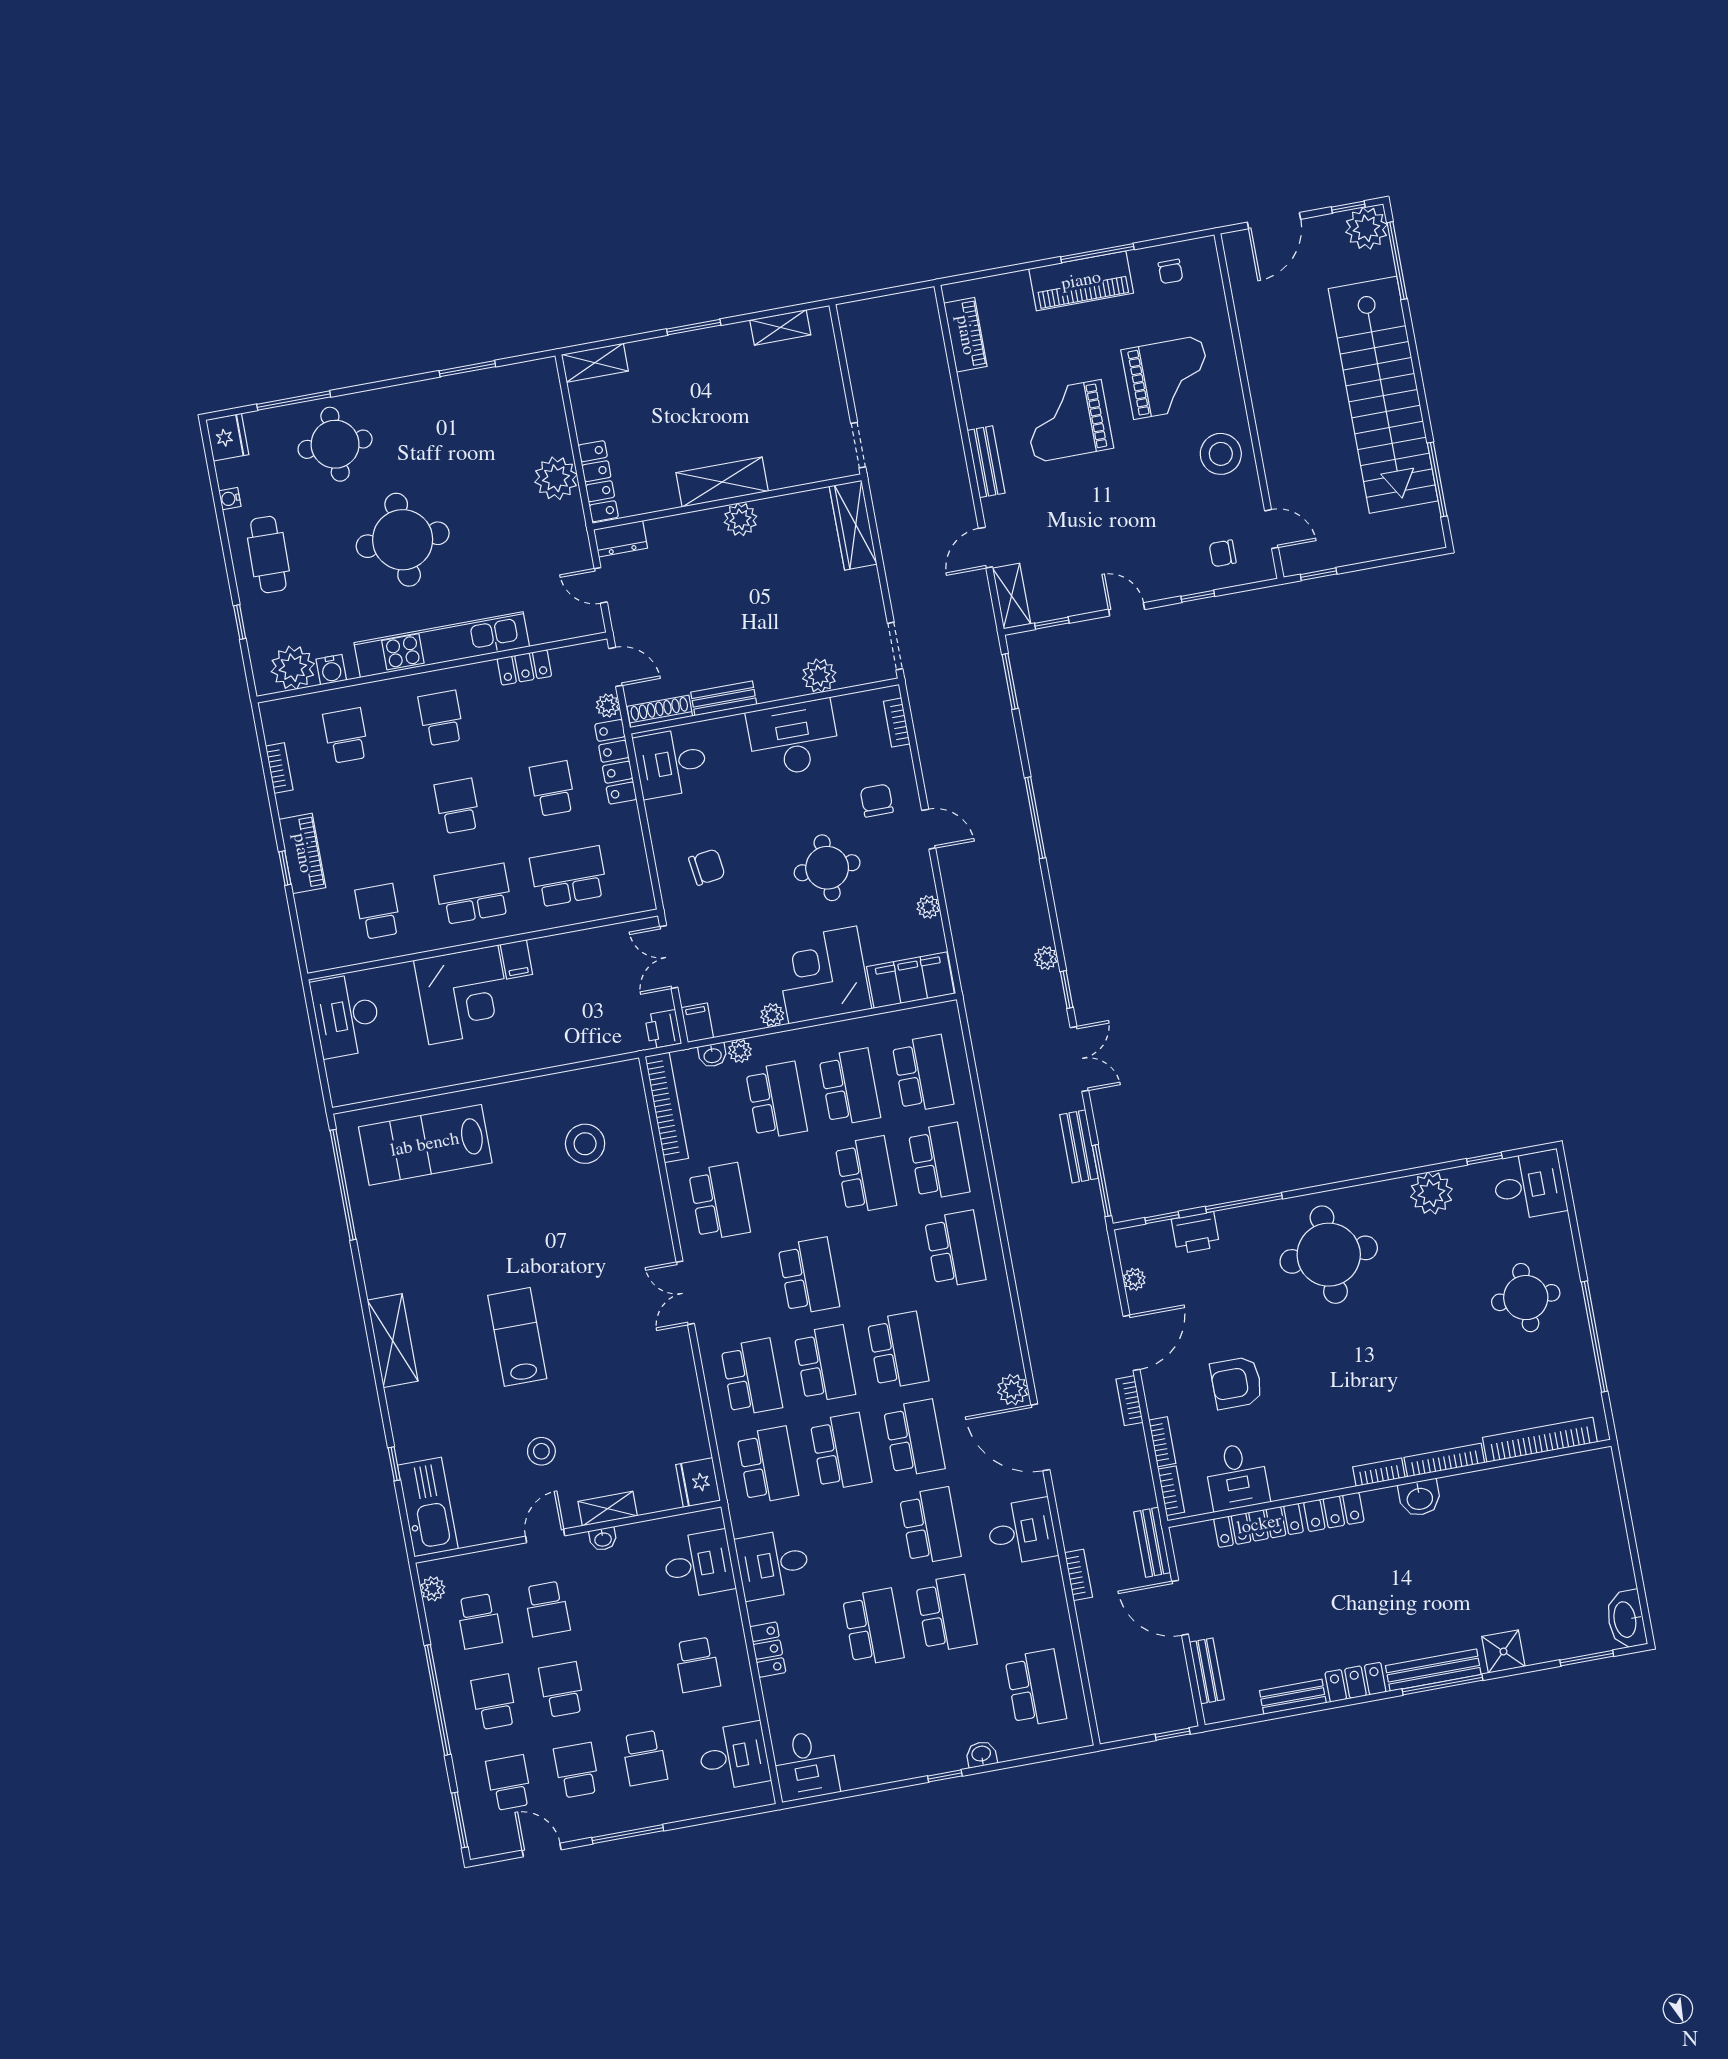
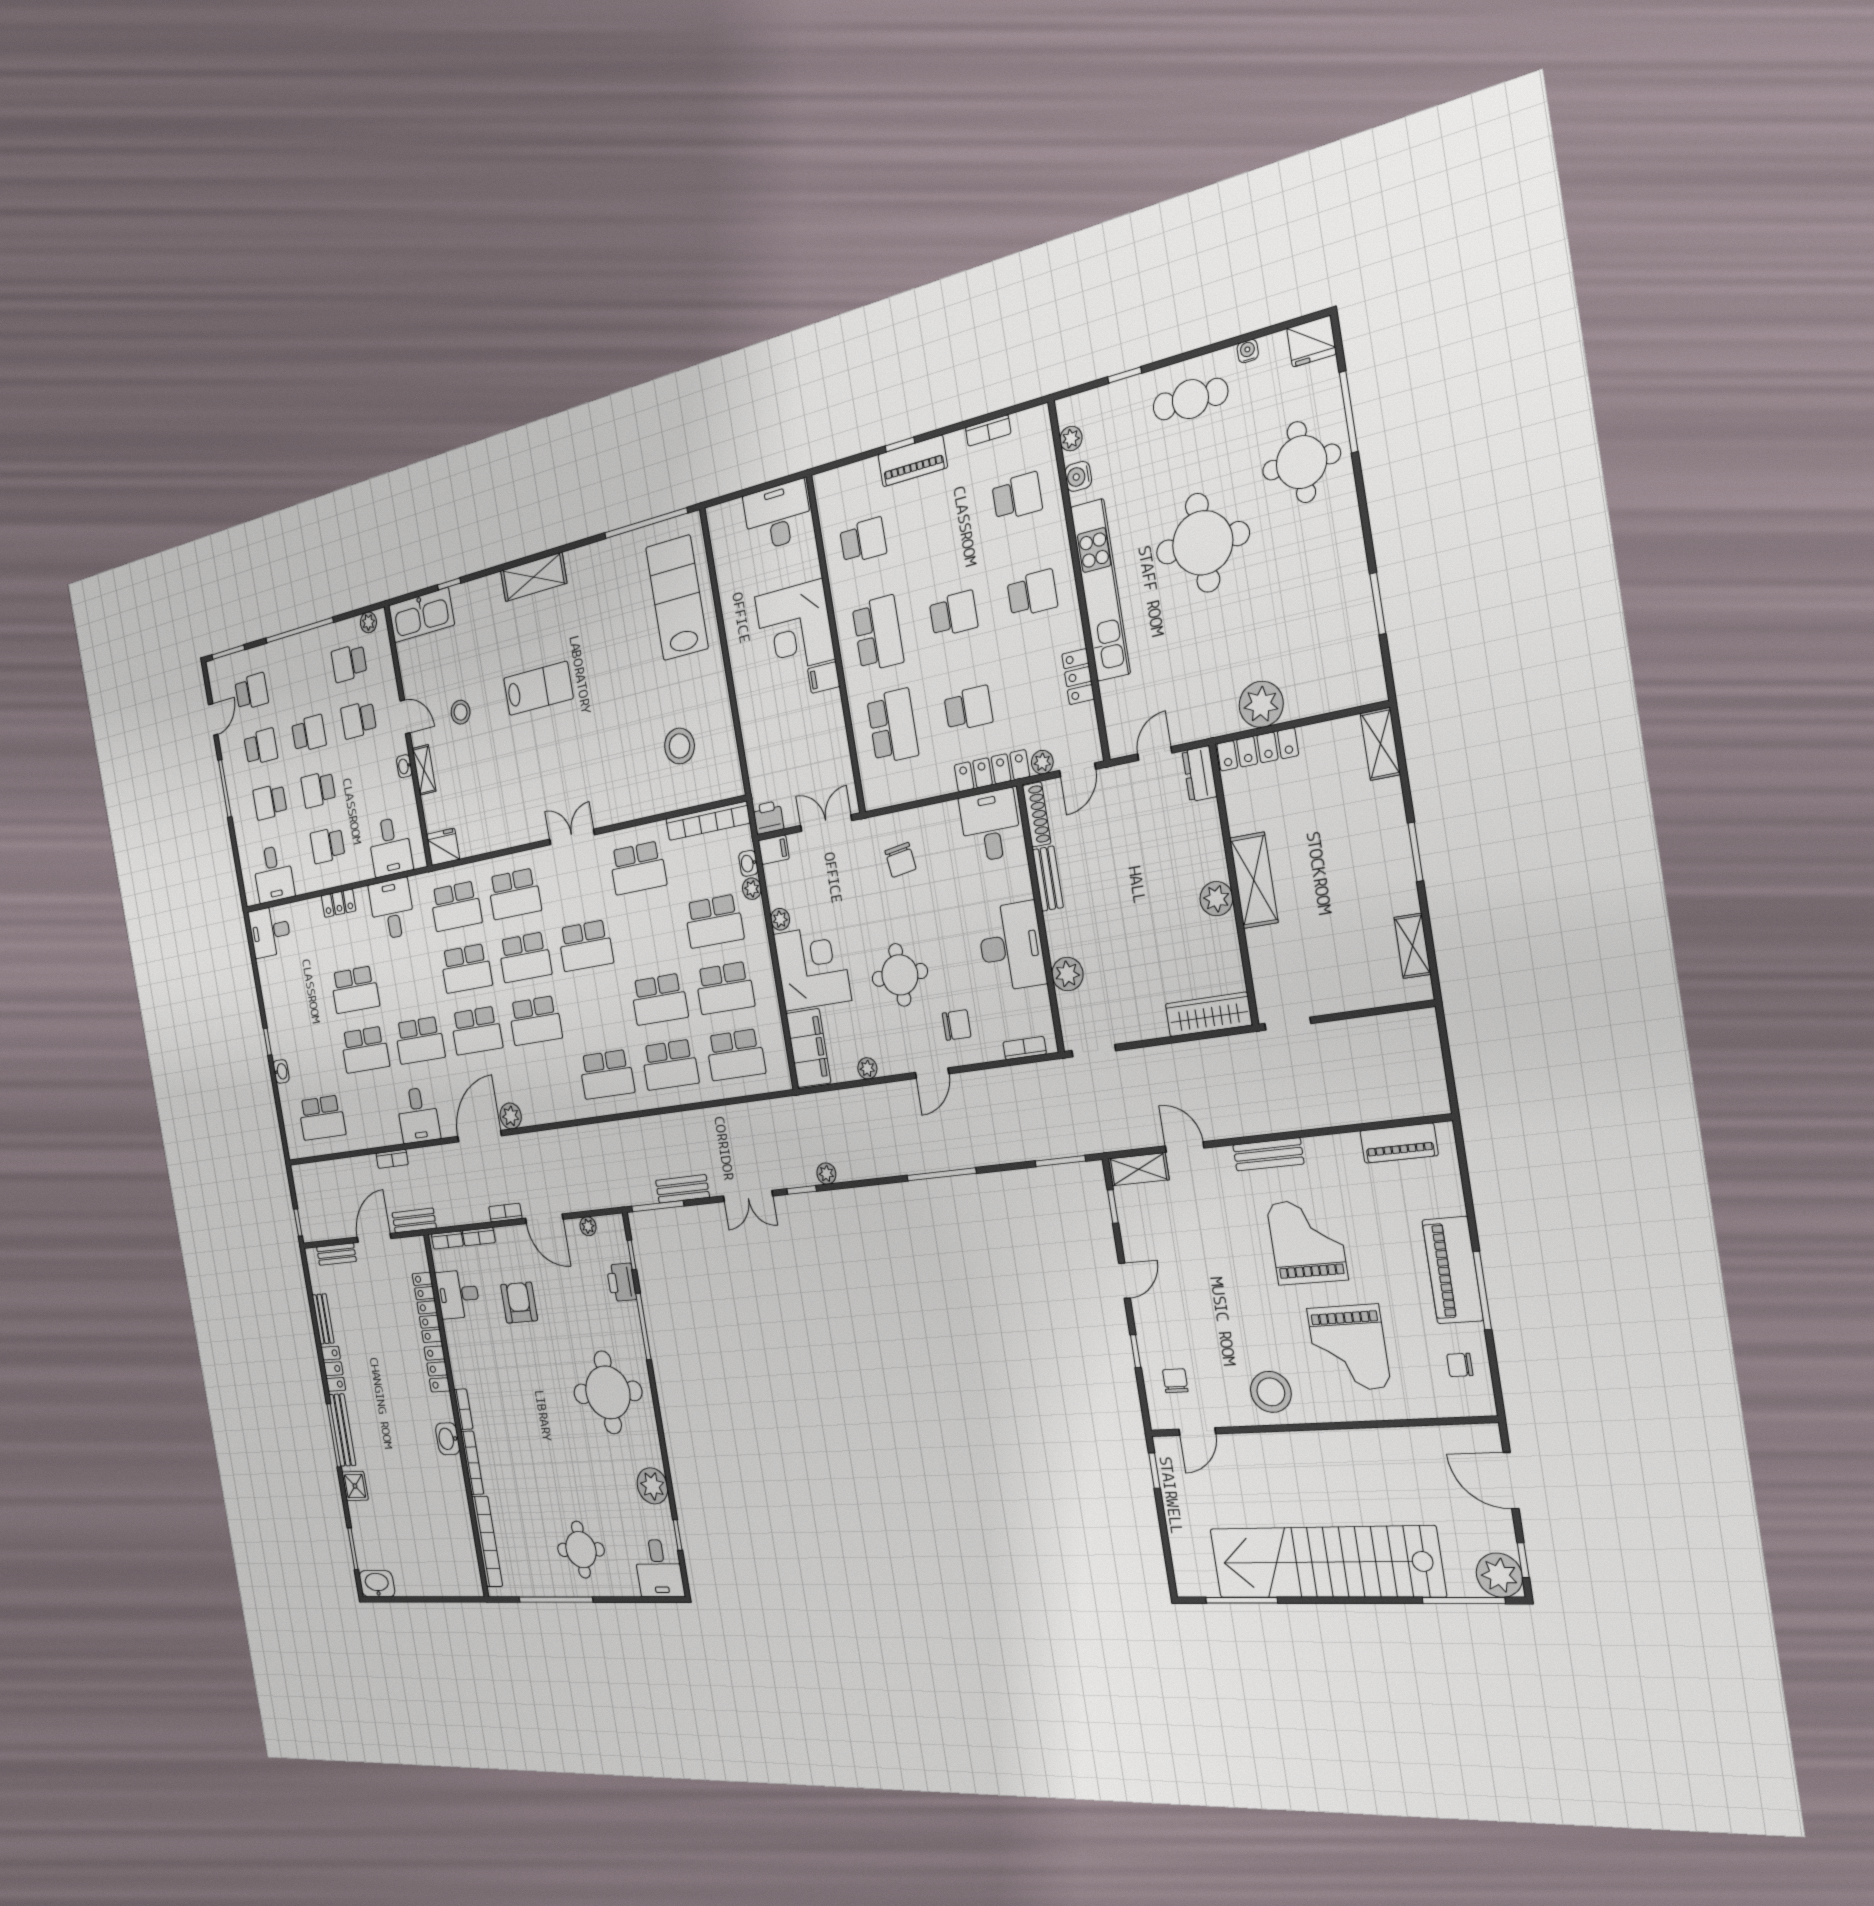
plant: (293, 668) -> (1071, 439), width x0.53, depth x0.53
school desk: (494, 1702) -> (318, 789), moved, turned 180

